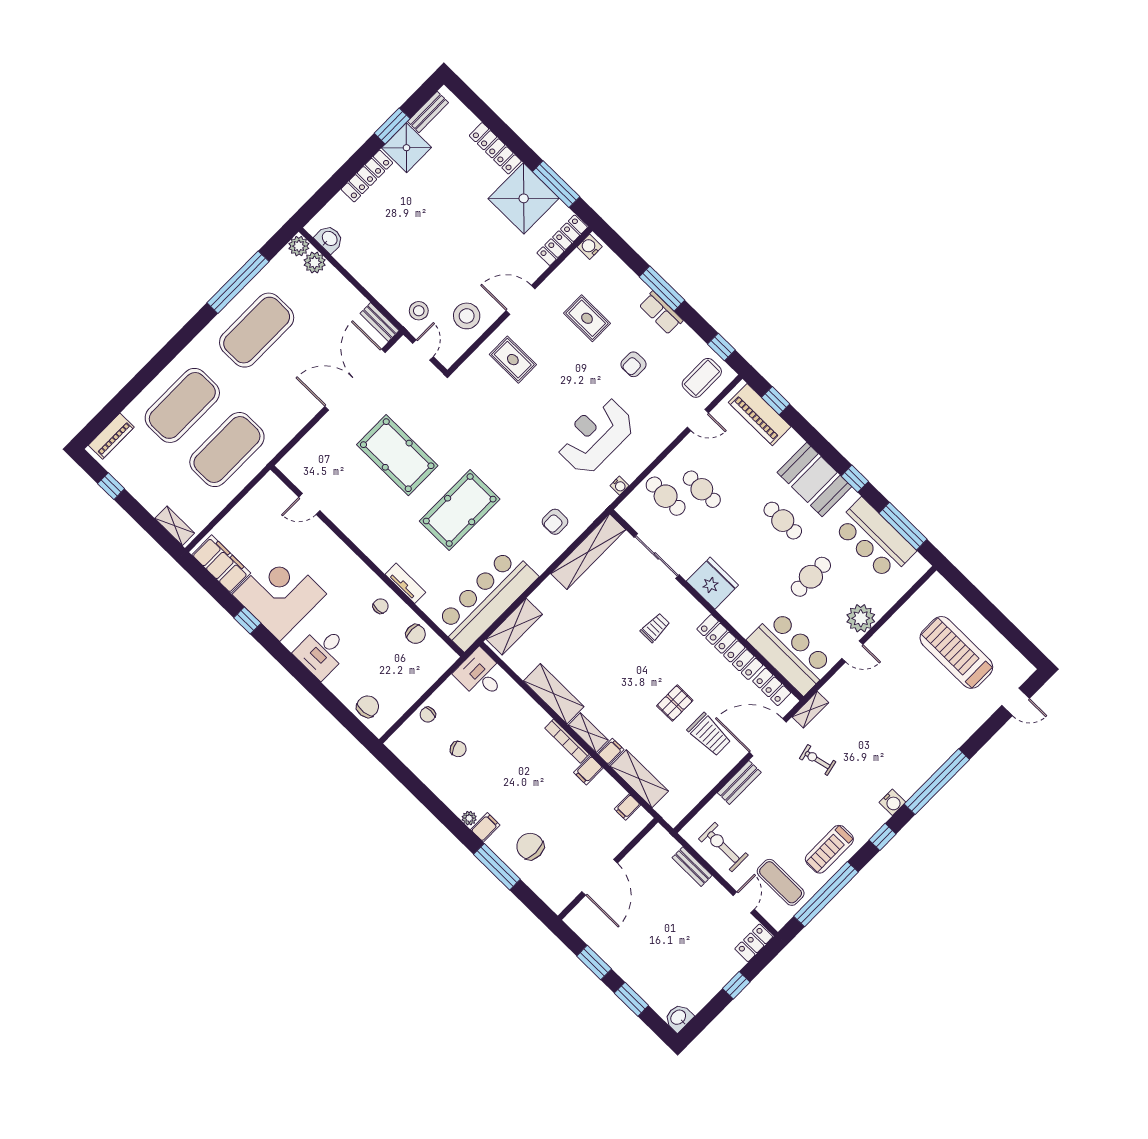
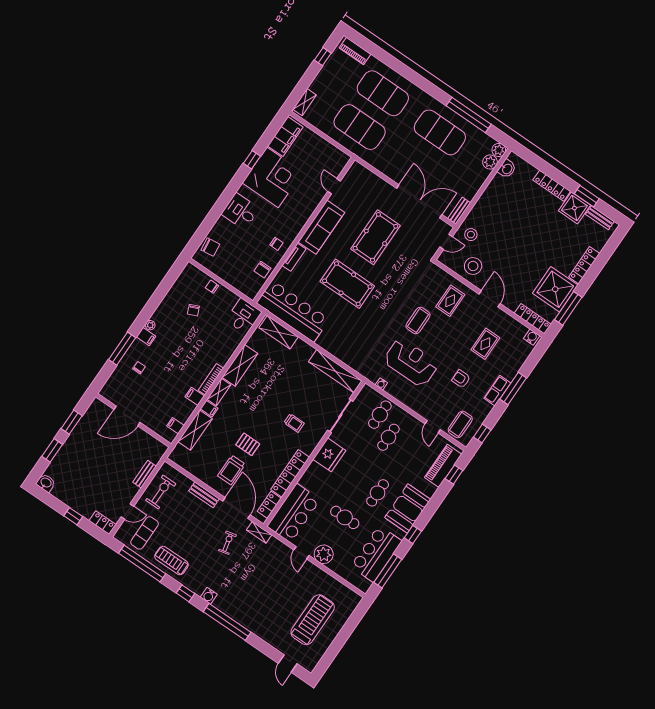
coffee table: (702, 378) -> (460, 424), turned 90
coffee table: (534, 413) -> (418, 320), added
armchair: (555, 522) -> (351, 346), removed
sofa: (368, 534) -> (321, 227), added
chair: (530, 846) -> (139, 368), width x0.54, depth x0.54

